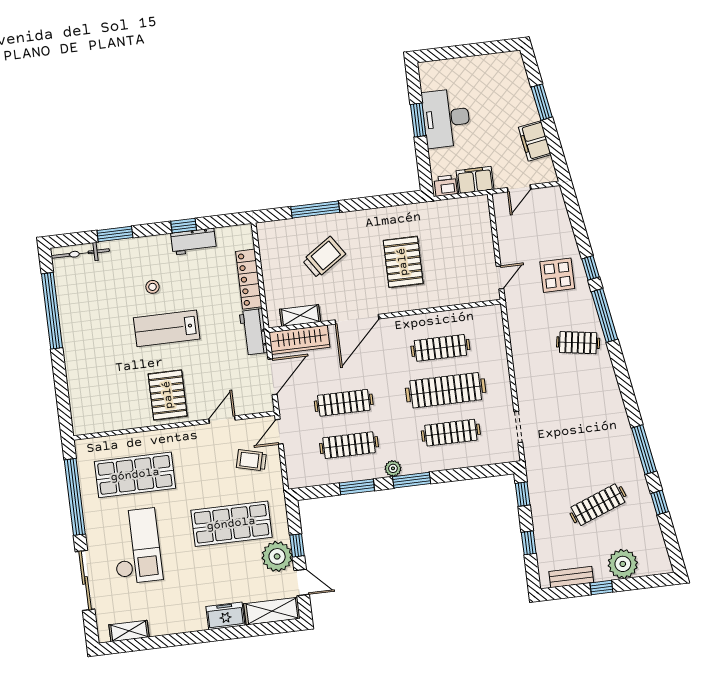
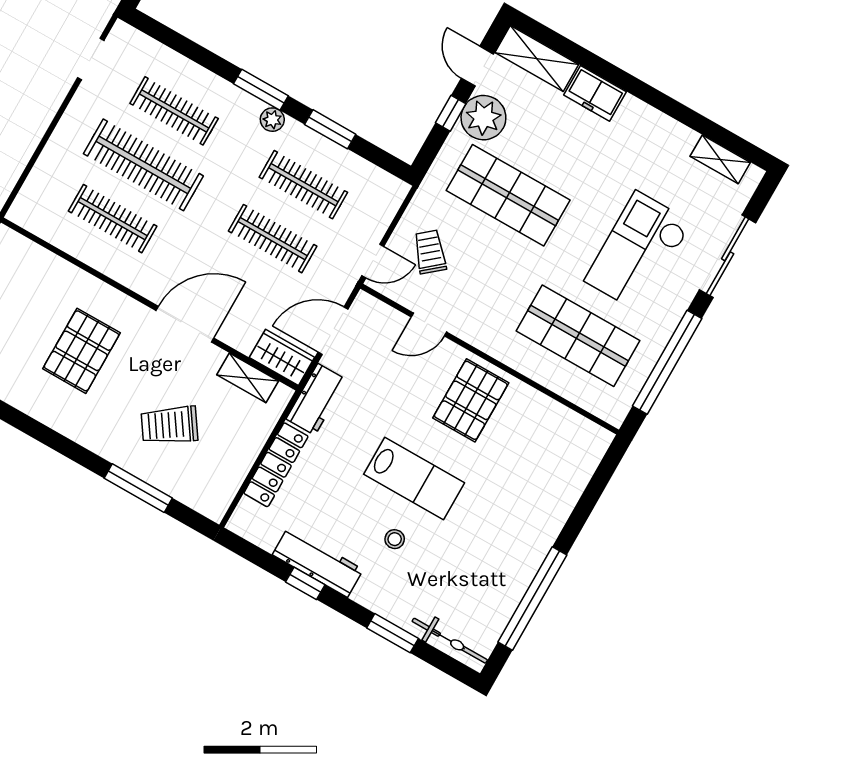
workbench: (194, 242) -> (318, 562), width x1.38
wardrobe: (299, 340) -> (282, 357), width x0.67
trolley: (251, 460) -> (430, 252), turned -144

